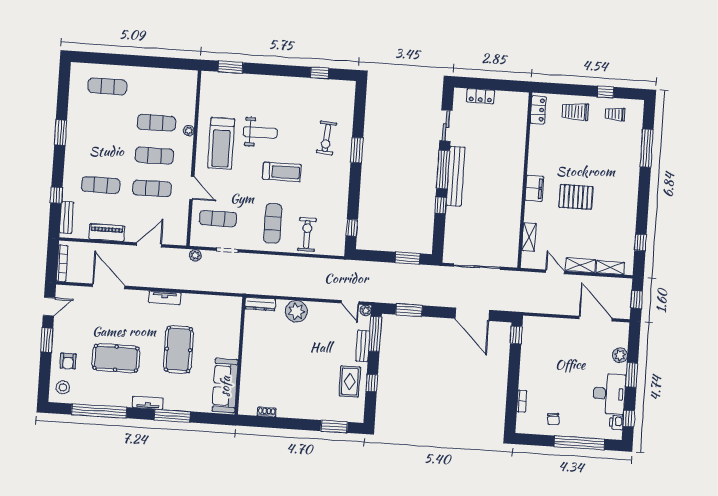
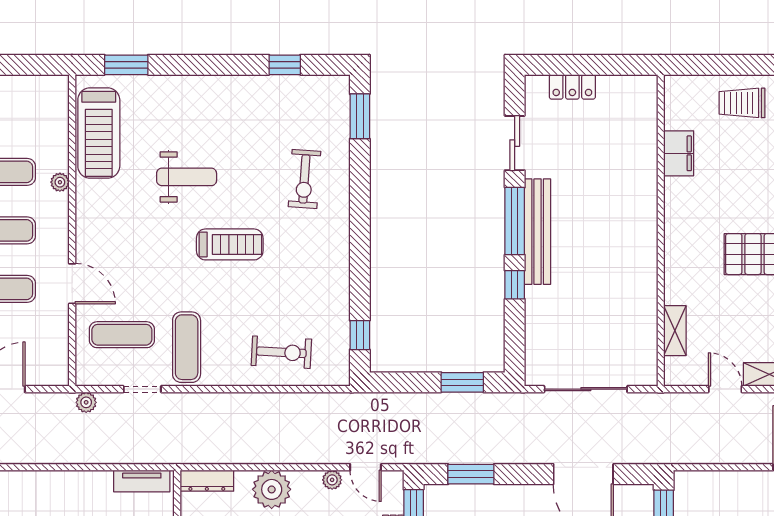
locker: (538, 110) -> (676, 104), removed
treadmill: (221, 143) -> (99, 133), moved
window: (357, 150) -> (360, 116), moved
filing cabinet: (534, 188) -> (679, 153), moved
exercise mat: (273, 223) -> (187, 347), moved
exercise bike: (307, 234) -> (281, 352), turned 93
tv unit: (165, 298) -> (142, 481), moved
plant: (366, 310) -> (332, 480), moved

